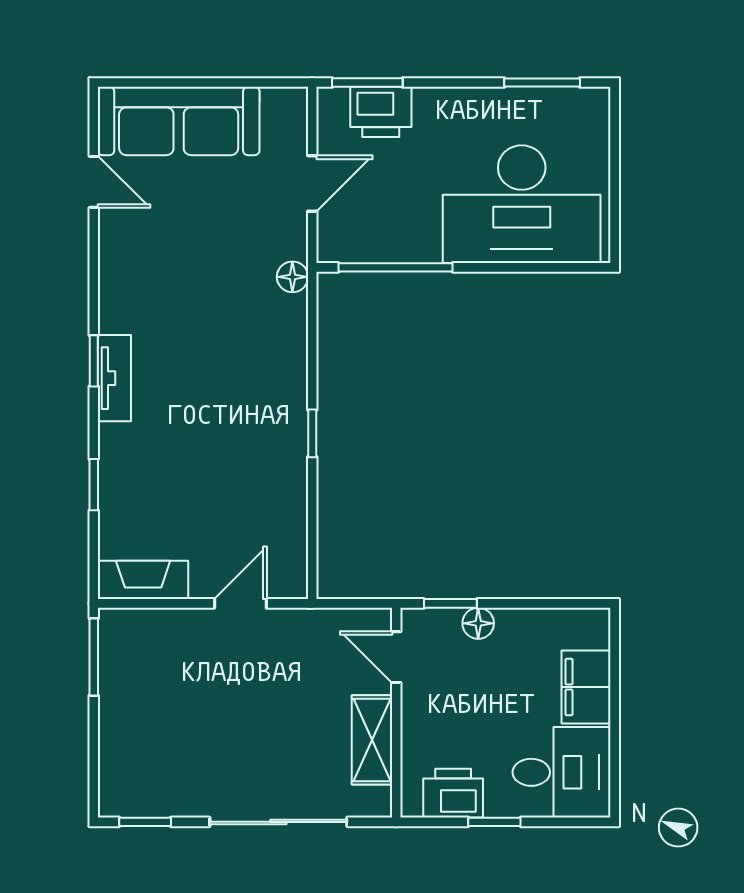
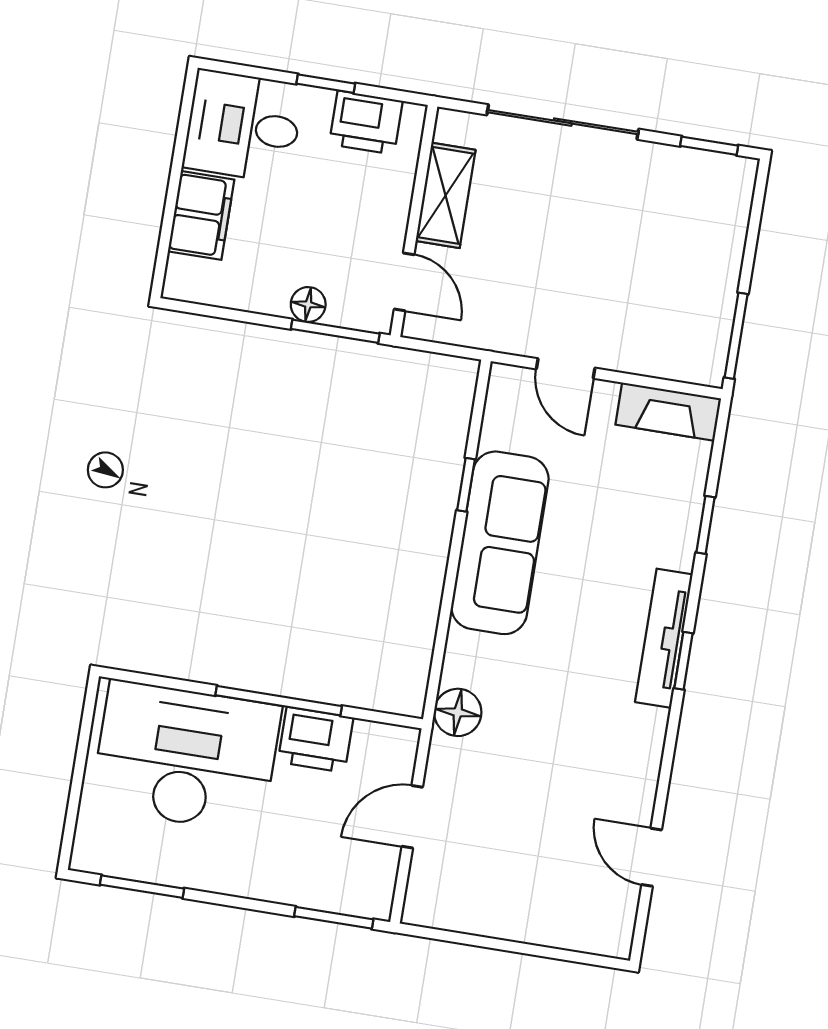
printer: (381, 112) -> (316, 740), moved, turned 180
sofa: (179, 121) -> (500, 543), moved, turned 90
window: (396, 267) -> (279, 701), moved
floor lamp: (292, 277) -> (458, 712), width x1.37, depth x1.37
tv unit: (114, 378) -> (664, 638), width x1.41
window: (312, 433) -> (466, 485), moved
door: (240, 603) -> (566, 369), hinge flipped
window: (450, 603) -> (335, 331), width x1.50

